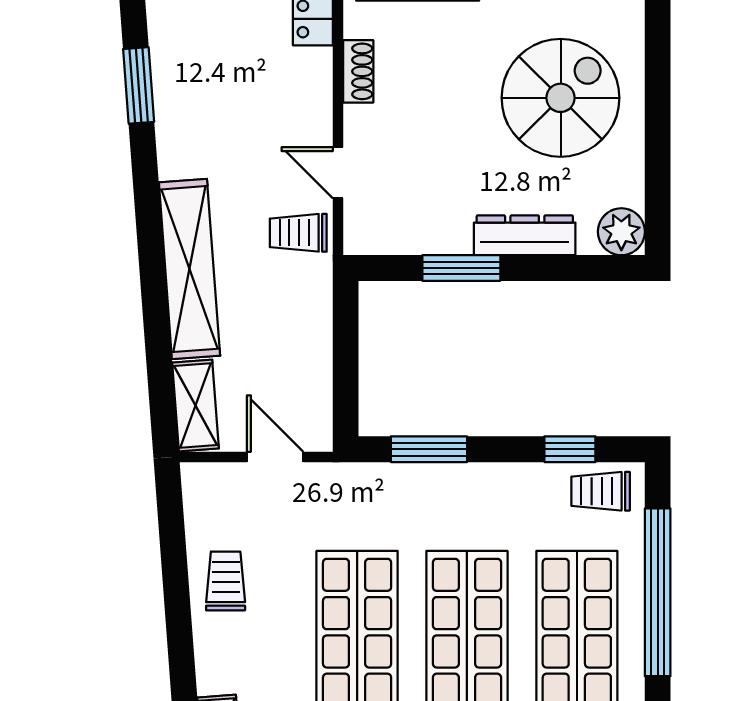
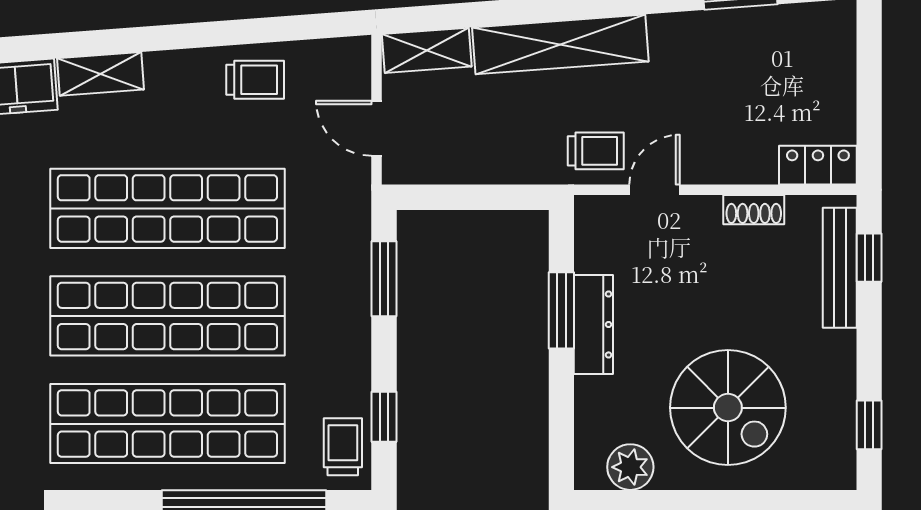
plant: (621, 232) -> (630, 467), moved
trolley: (298, 233) -> (596, 151), turned 90
dresser: (525, 235) -> (593, 324), moved
door: (275, 457) -> (377, 128), swing flipped

